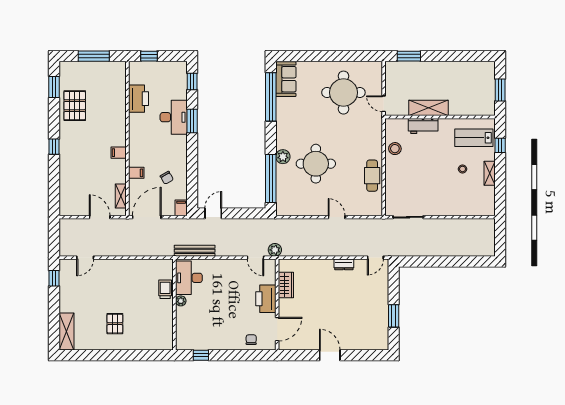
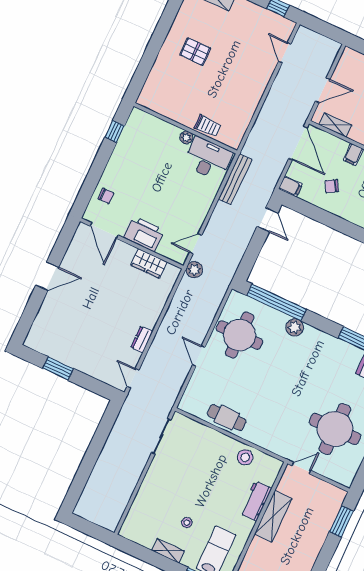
round table: (316, 164) -> (240, 335), moved
door: (337, 217) -> (199, 356), swing flipped

